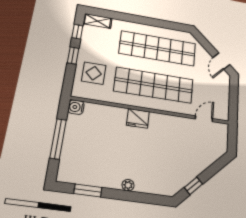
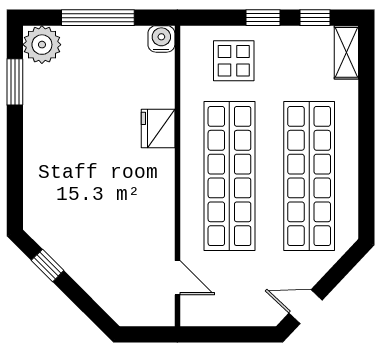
fridge: (138, 118) -> (158, 128), moved
plant: (128, 185) -> (42, 45), moved, width x1.88, depth x1.88

